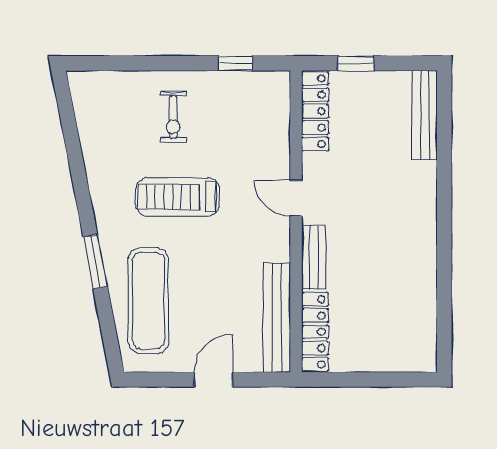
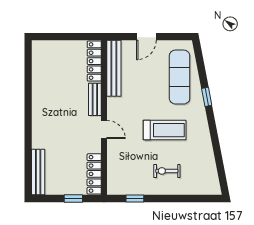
exercise bike: (173, 117) -> (167, 171), turned -90
window: (95, 262) -> (207, 97), width x0.67

